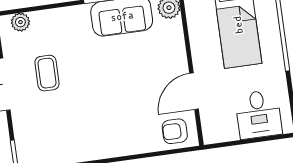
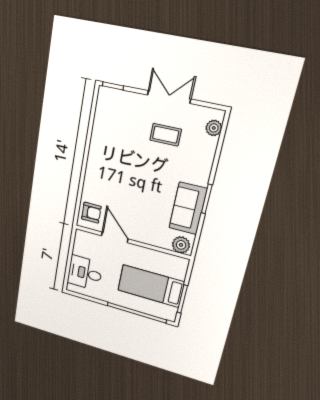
armchair: (175, 131) -> (91, 213), turned 90

